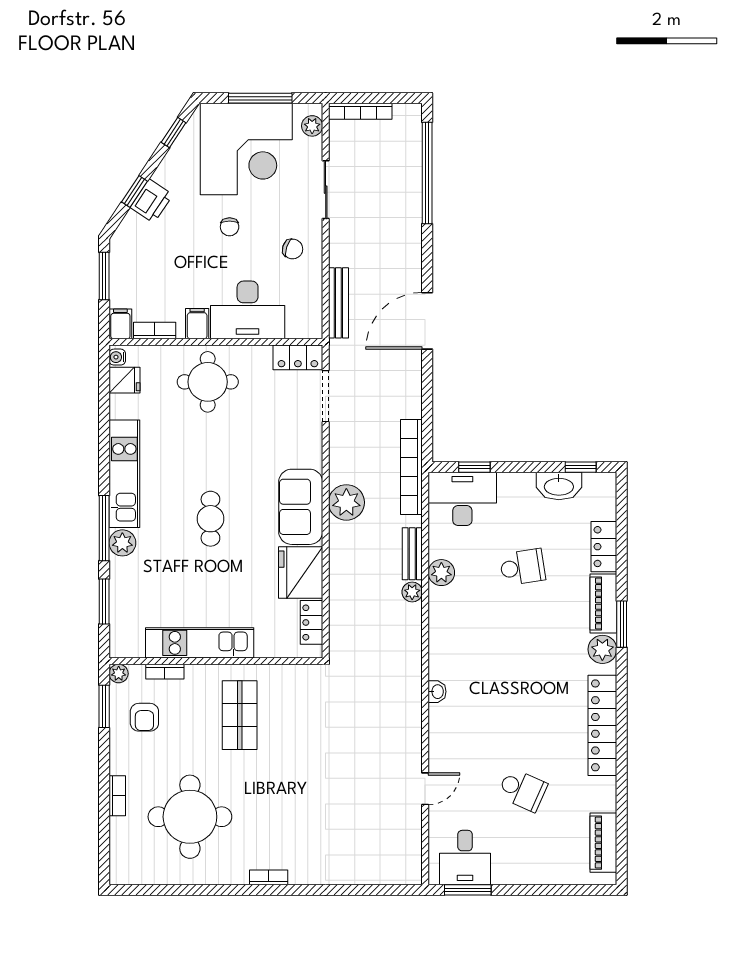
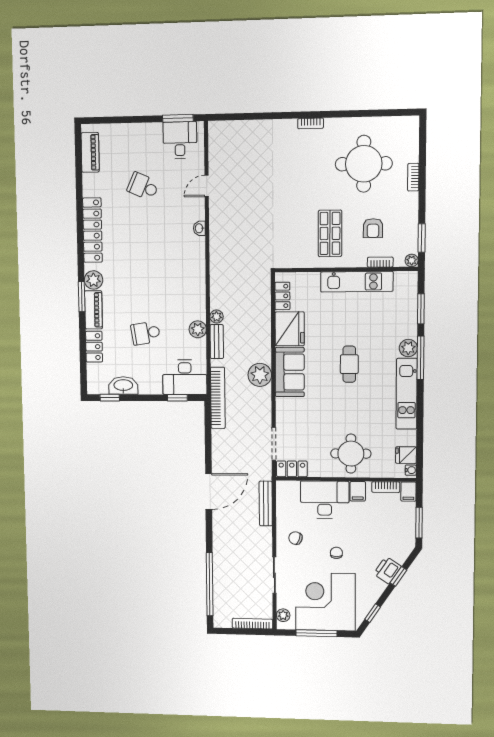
washbasin: (437, 692) -> (199, 228), moved
armchair: (144, 717) -> (373, 228), moved, turned 180

